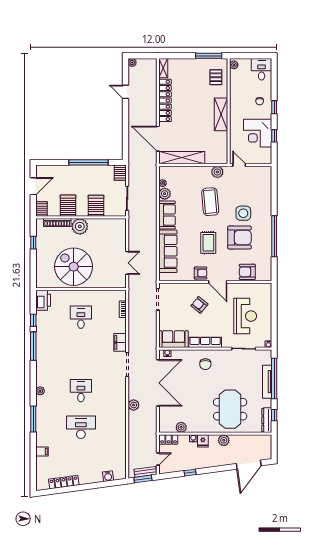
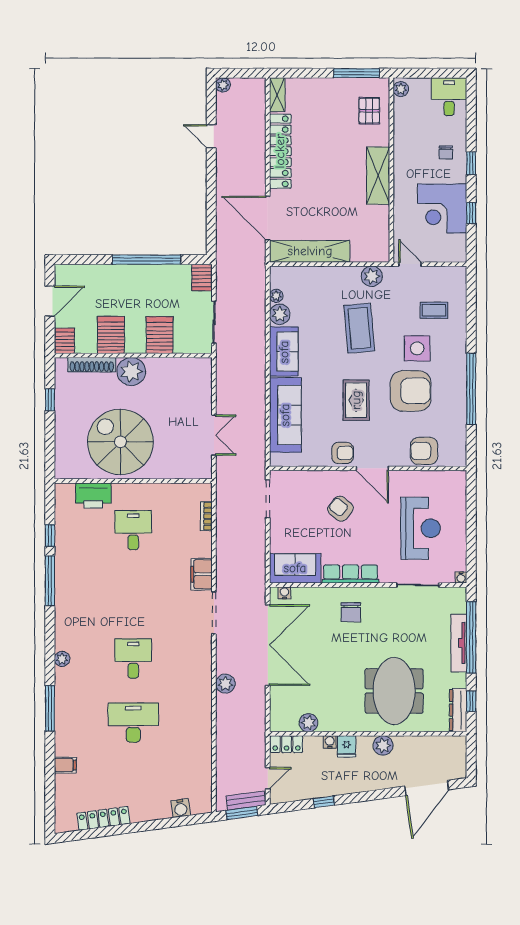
coffee table: (253, 191) -> (434, 310), added
printer: (43, 300) -> (93, 496), moved, turned 90

